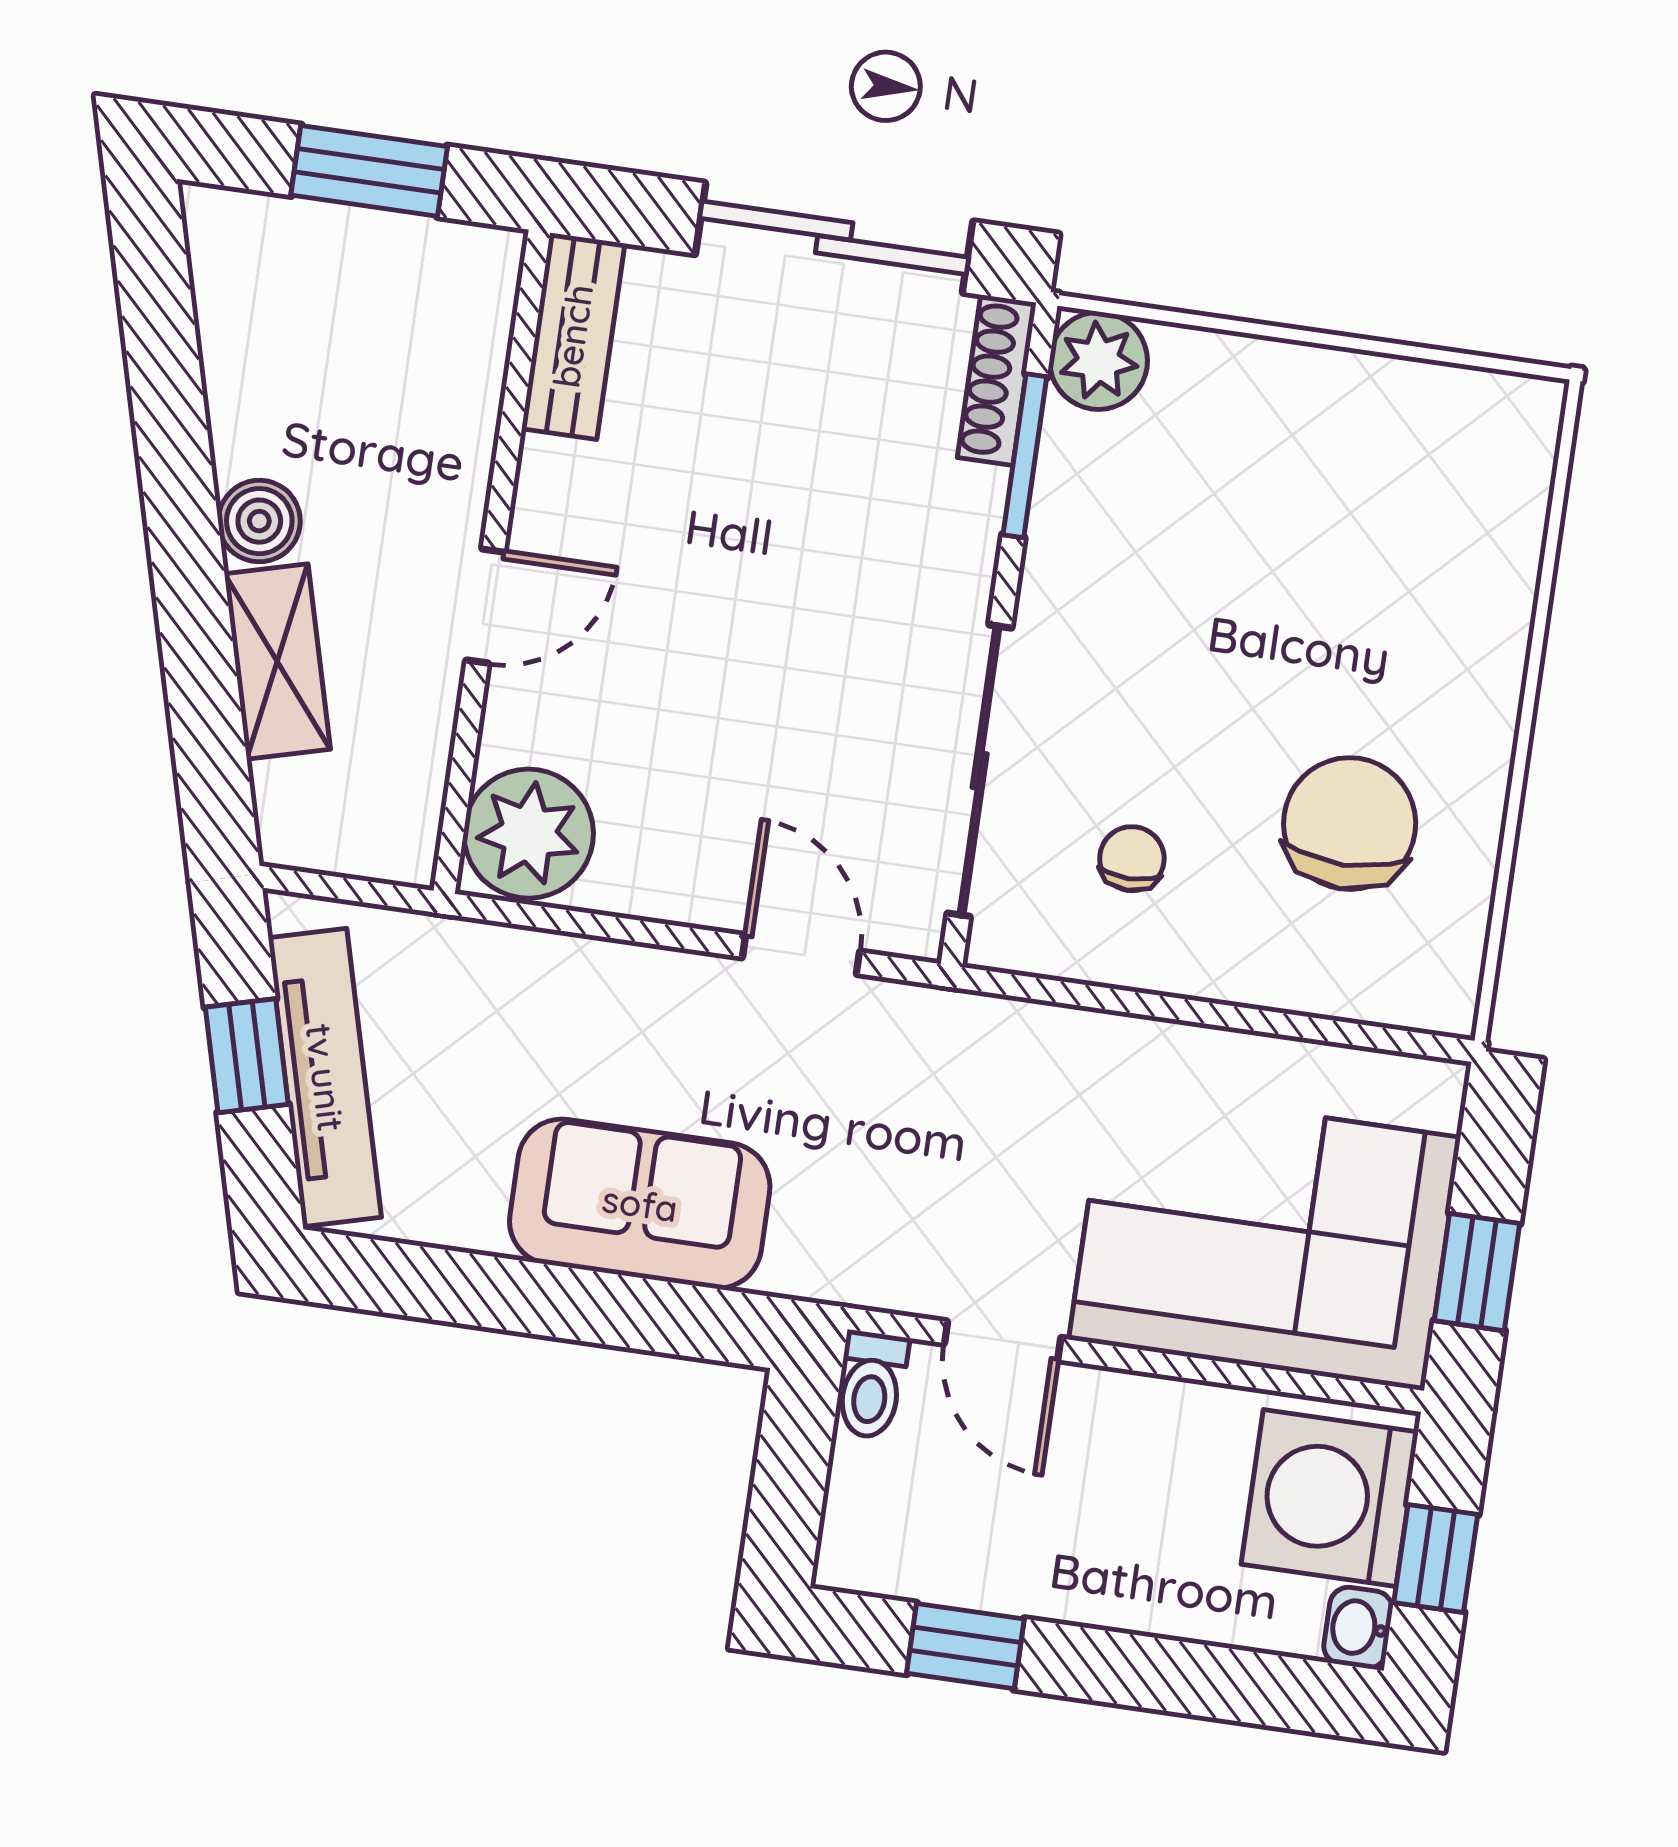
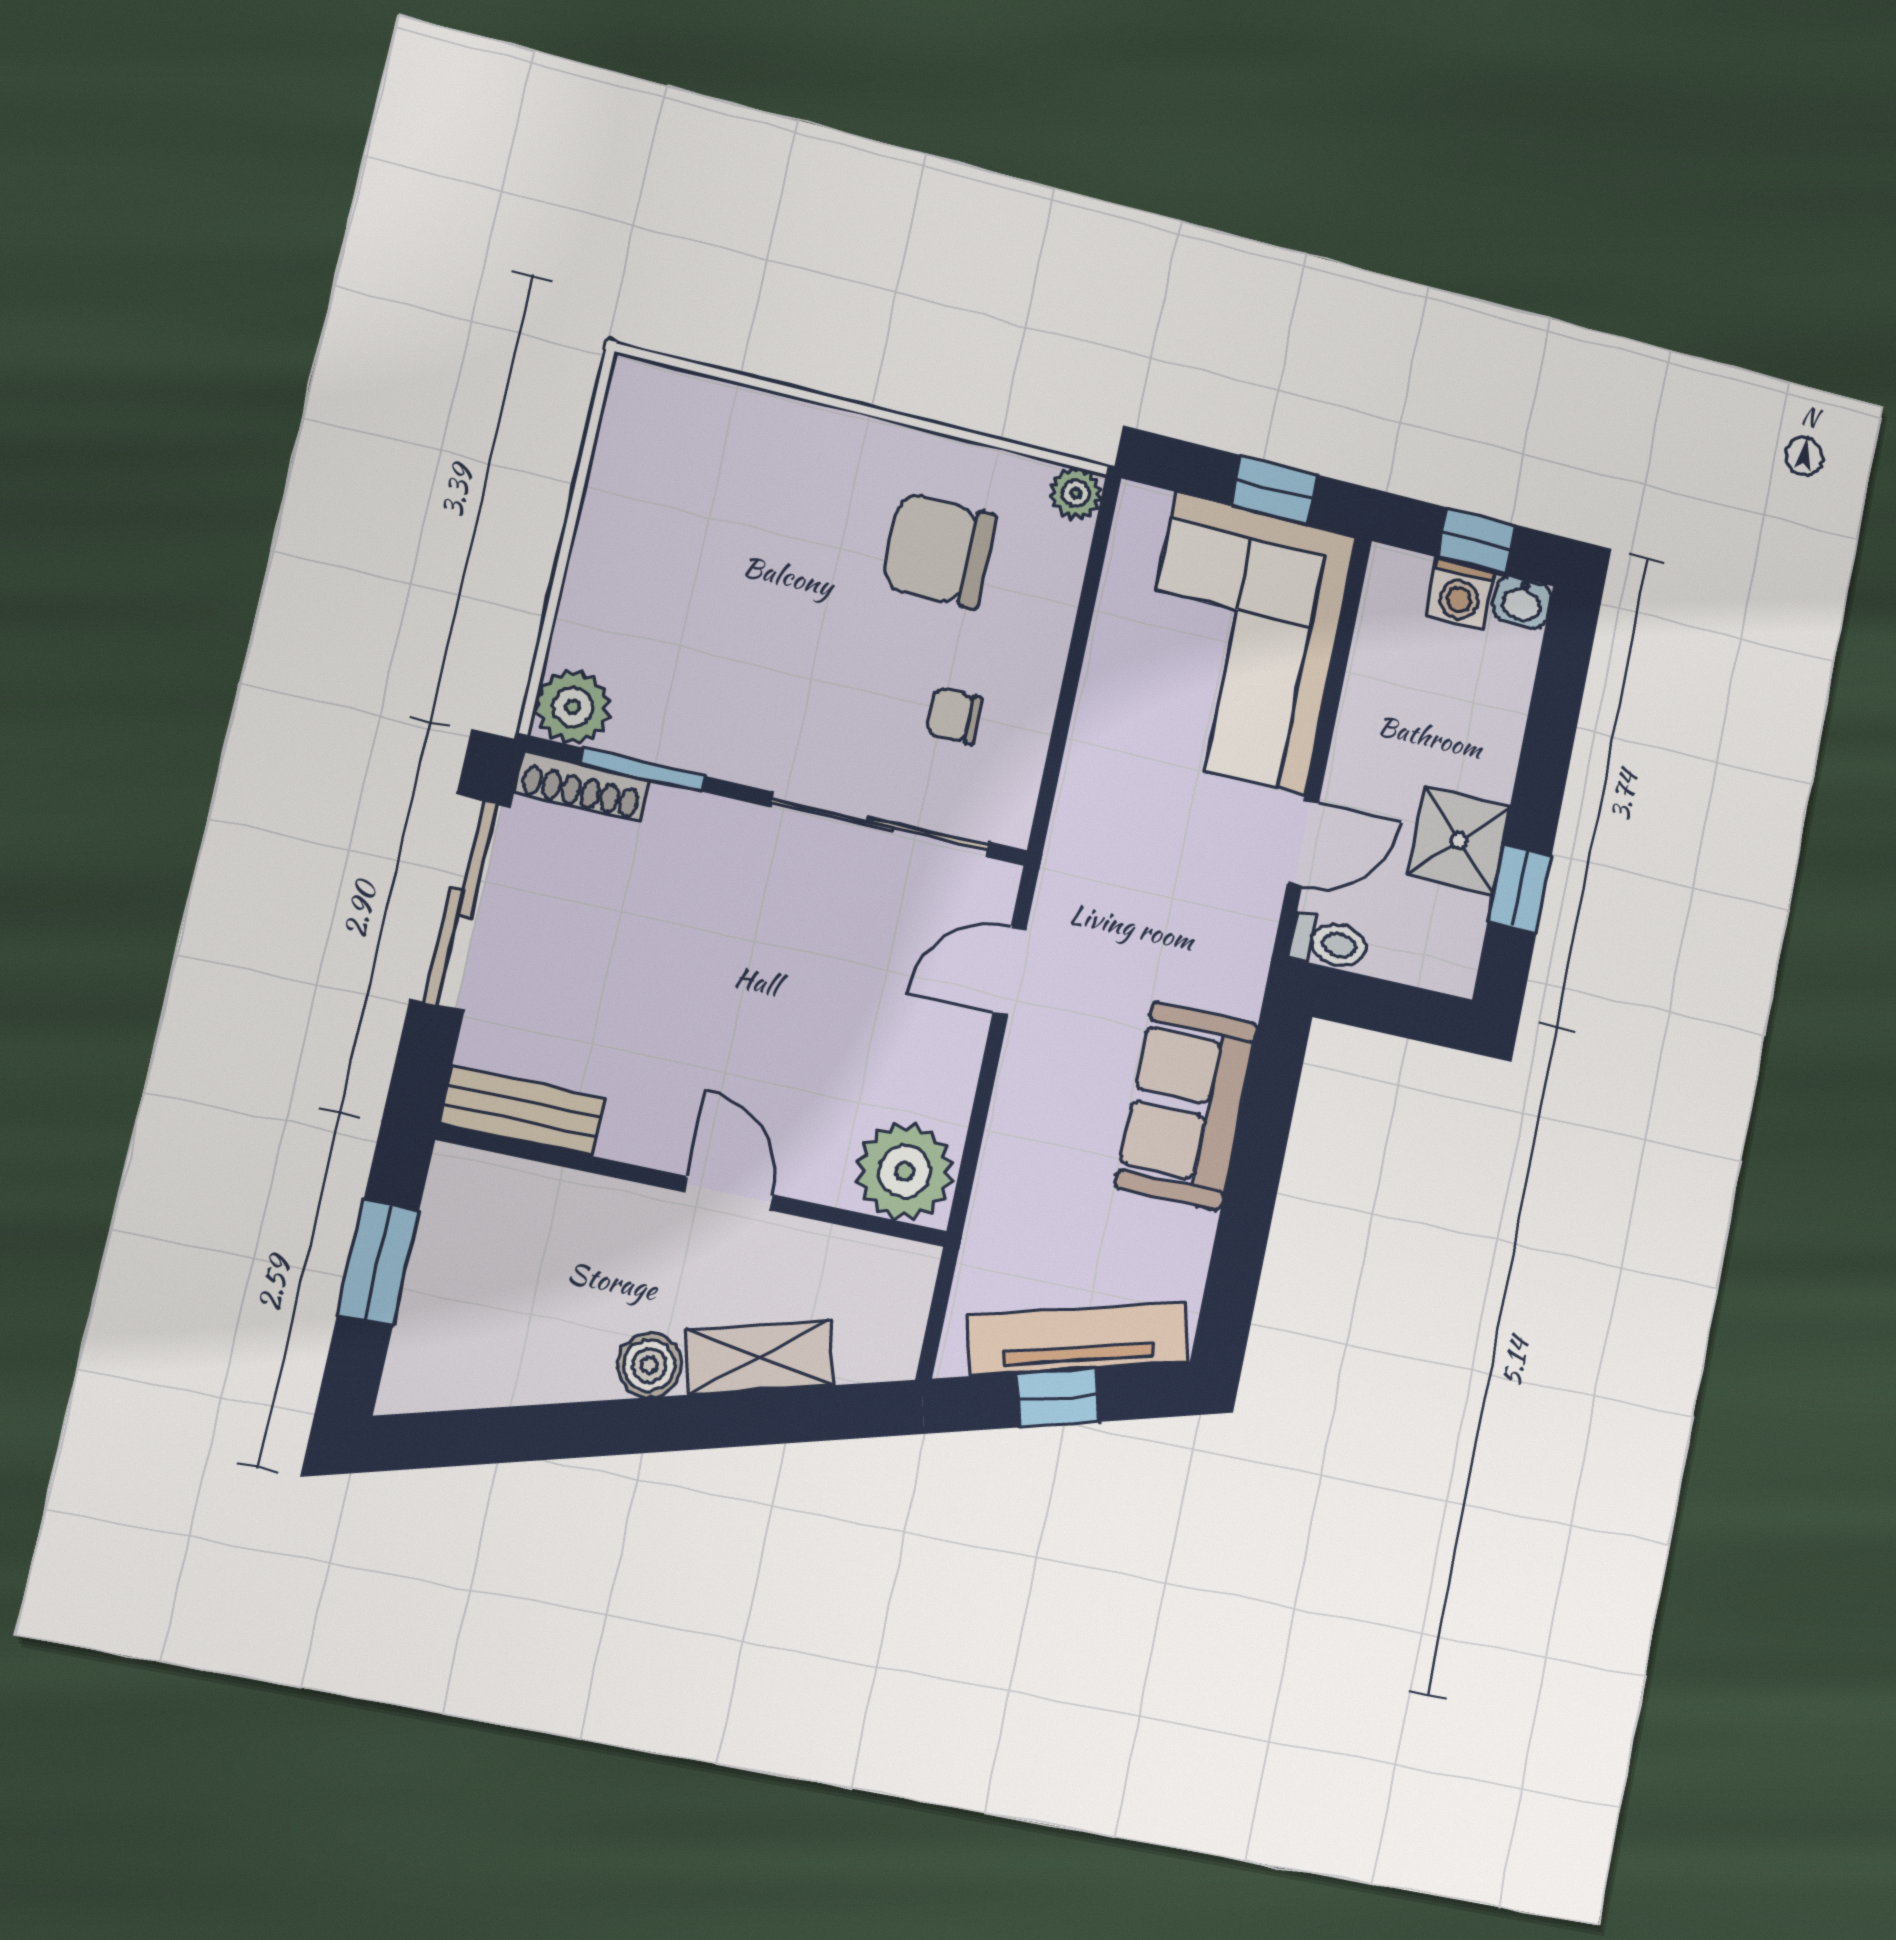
plant: (1445, 1002) -> (1076, 493), added
washing machine: (1330, 1498) -> (1460, 594), width x0.53, depth x0.53
shower: (1024, 1557) -> (1459, 841), added

